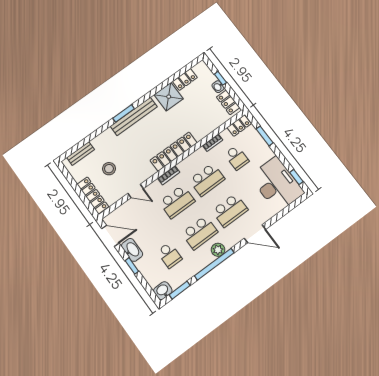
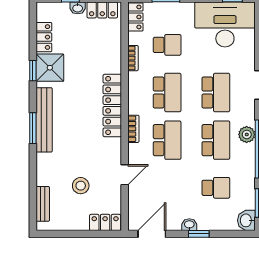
window: (159, 88) -> (33, 71), added
locker: (93, 195) -> (105, 222), width x0.66
washbasin: (132, 250) -> (189, 225), width x0.52, depth x0.69

